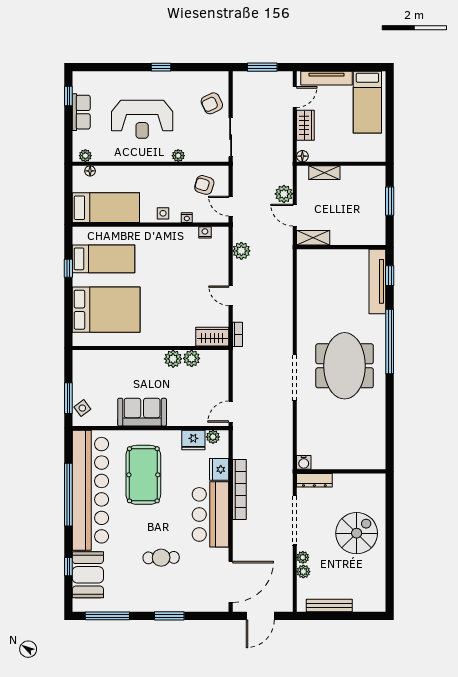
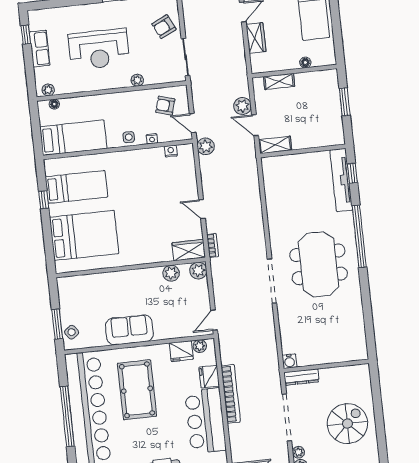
floor lamp: (302, 156) -> (305, 62), moved
plant: (241, 251) -> (206, 146), moved
plant: (173, 359) -> (198, 271), moved

